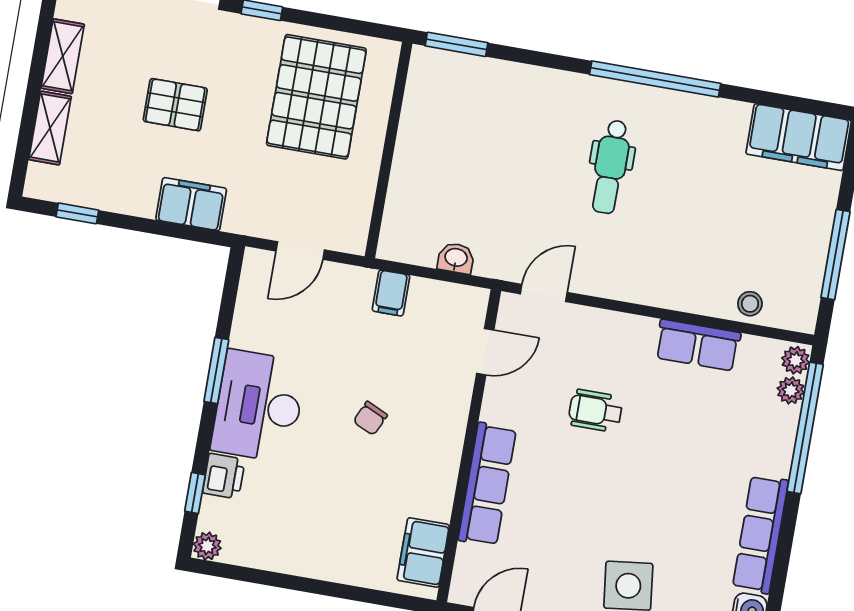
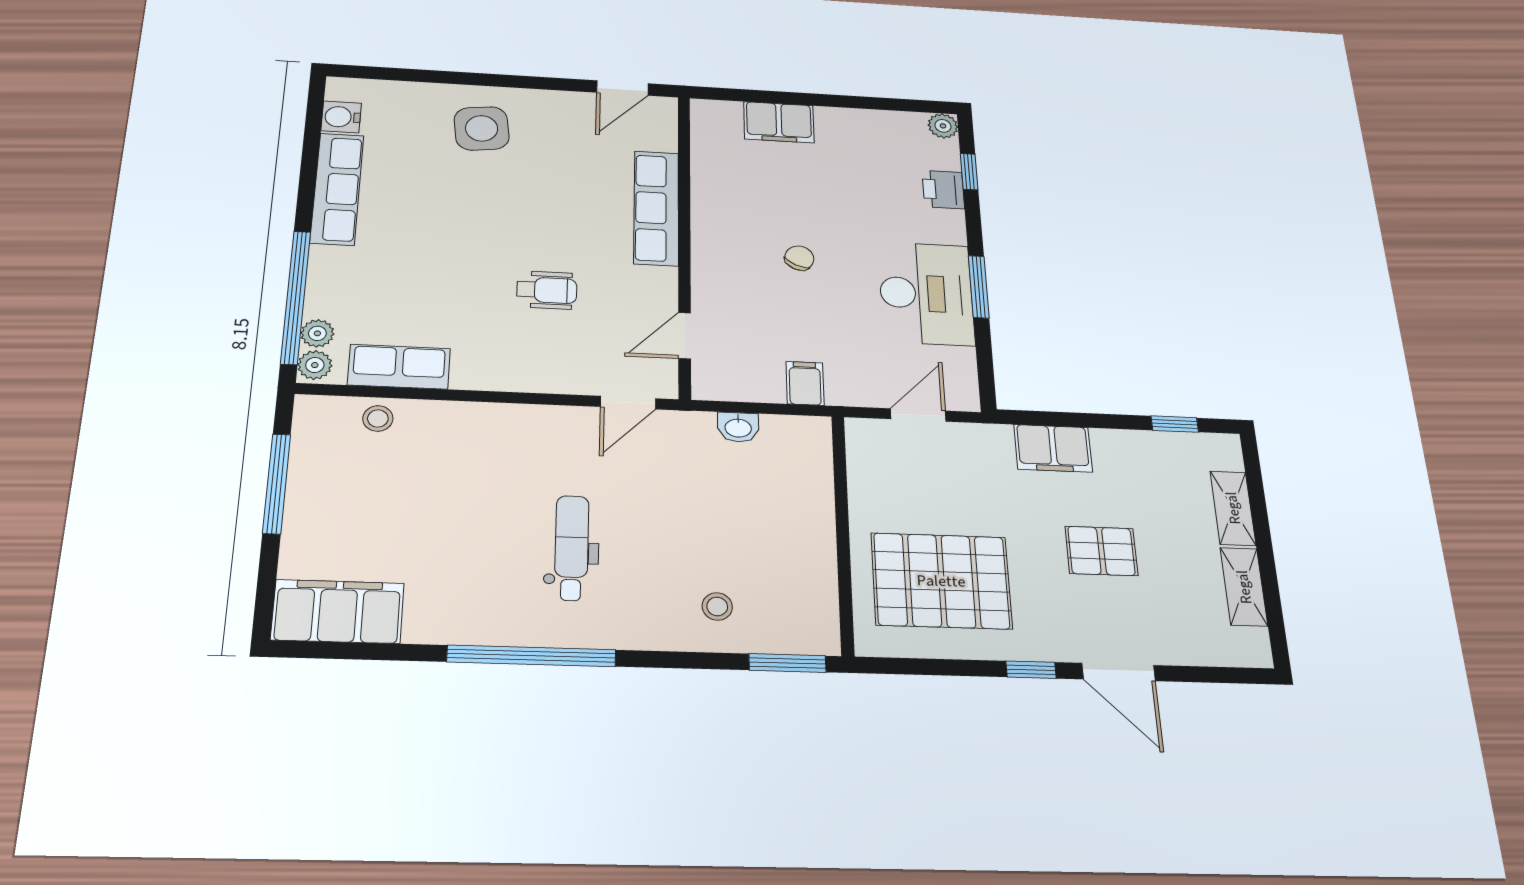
pallet: (316, 97) -> (941, 581), turned 90
stool: (503, 100) -> (717, 606), added
row of seats: (698, 345) -> (399, 367), moved
desk: (259, 406) -> (926, 293), moved
filing cabinet: (423, 552) -> (779, 122), moved, turned 90

